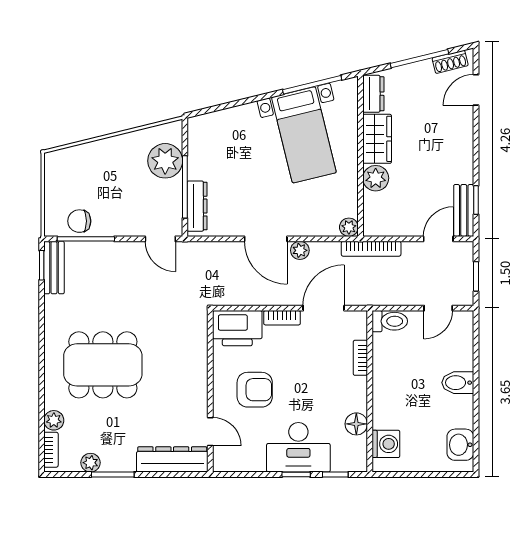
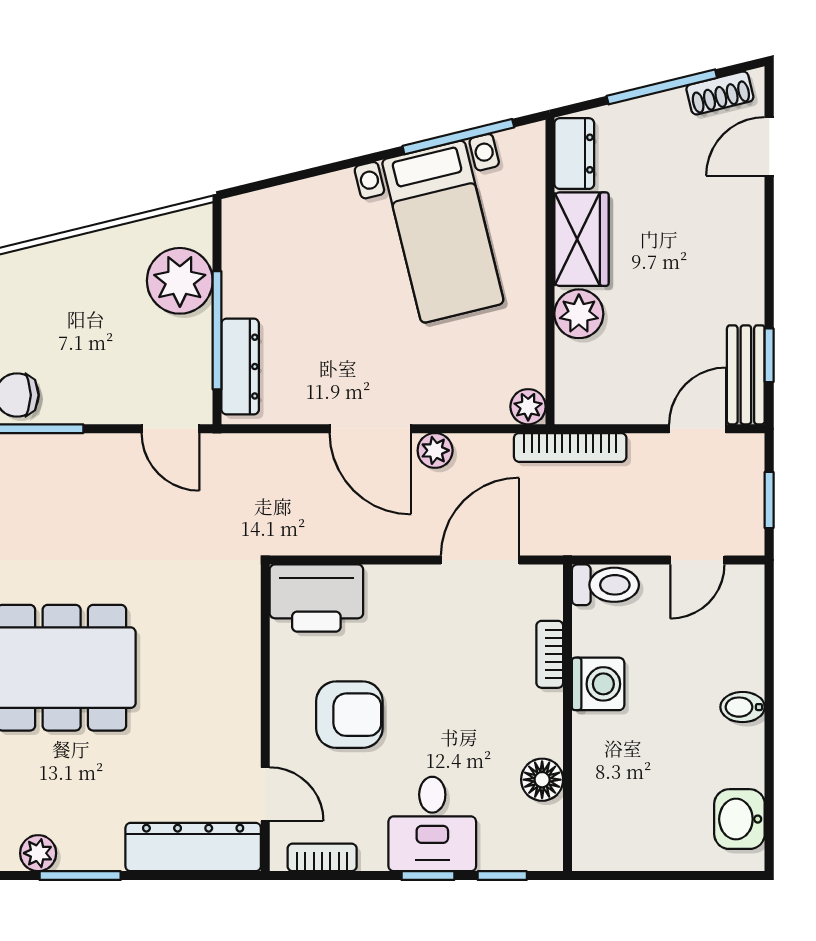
bookcase: (282, 318) -> (322, 857), moved, turned 180
bidet: (458, 383) -> (743, 707), width x0.72, depth x0.74
washing machine: (386, 444) -> (598, 684), moved
desk: (298, 447) -> (432, 824), width x0.73

